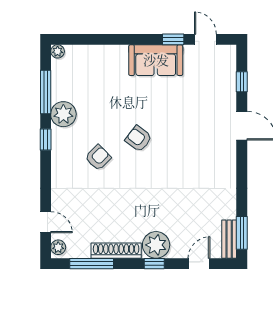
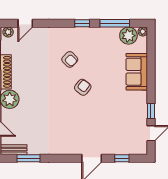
sofa: (156, 60) -> (137, 72), moved
plant: (63, 114) -> (128, 36), moved
window: (242, 233) -> (29, 158), moved

